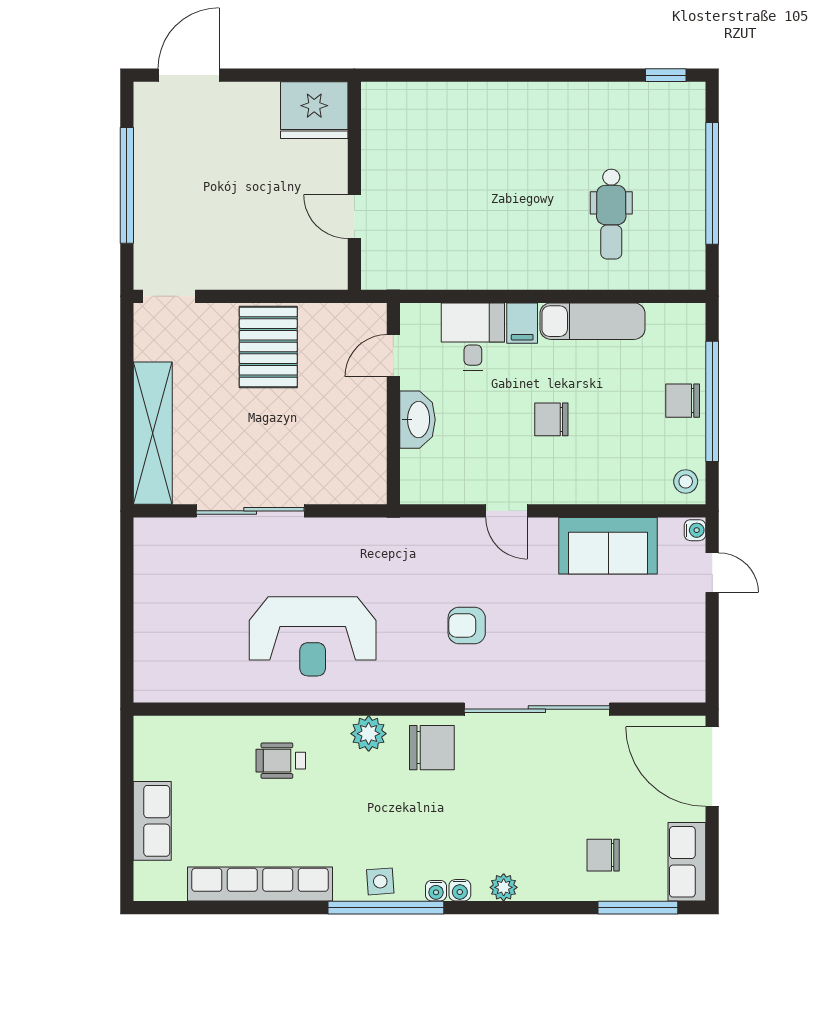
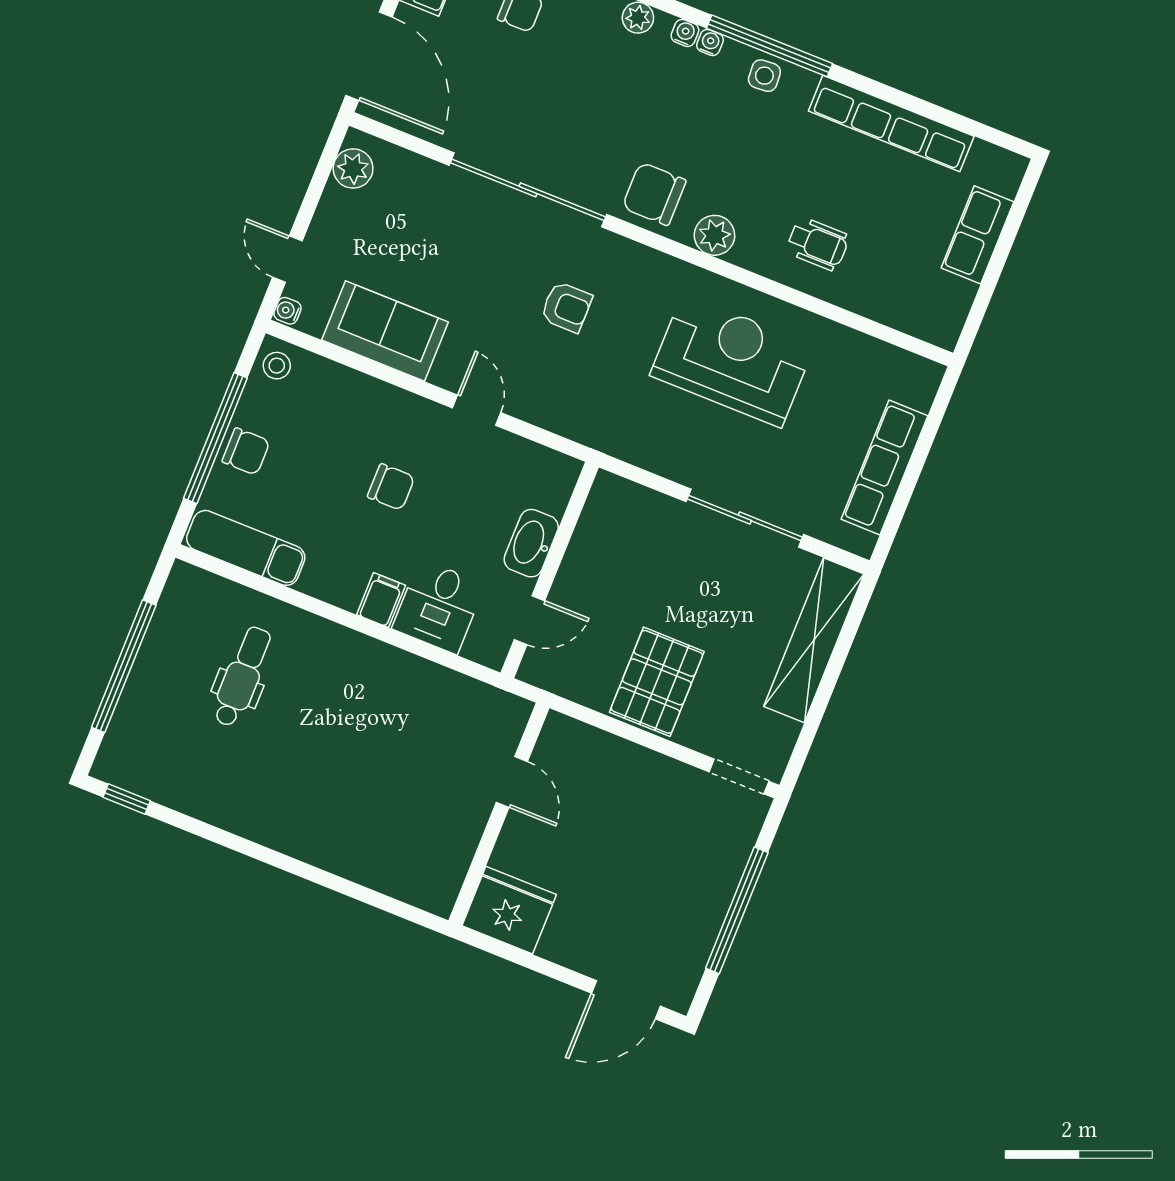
exam couch: (592, 321) -> (246, 548), moved
row of seats: (152, 599) -> (884, 467), added
plant: (688, 669) -> (353, 168), added

